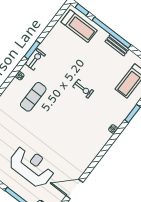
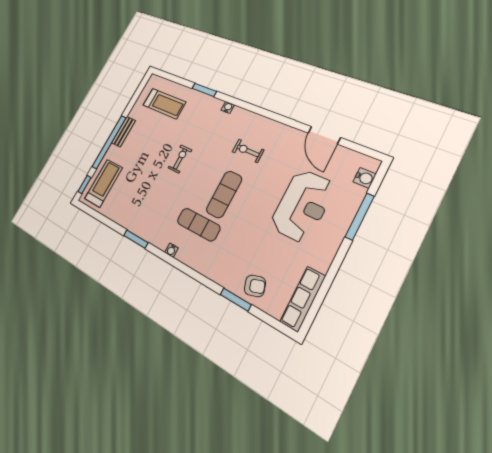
exercise bike: (35, 59) -> (248, 151), moved
exercise mat: (50, 117) -> (224, 194), added
reception desk: (32, 166) -> (302, 206), turned 180

